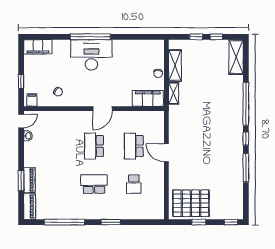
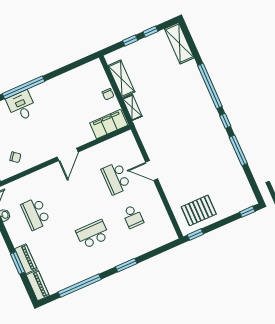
desk: (91, 55) -> (21, 106), width x0.53, depth x0.77
school desk: (94, 146) -> (36, 214), moved
pallet: (191, 203) -> (199, 210), width x0.73, depth x0.71
window: (199, 222) -> (195, 235), moved

